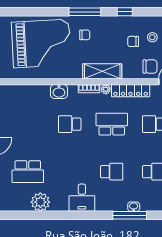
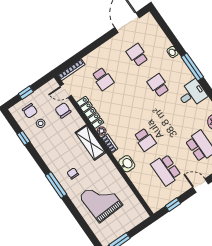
window: (125, 12) -> (23, 138), moved
chair: (133, 41) -> (53, 135), removed
grand piano: (41, 44) -> (101, 201), width x0.73, depth x0.68
school desk: (112, 124) -> (166, 170), moved
window: (130, 215) -> (192, 67), moved

